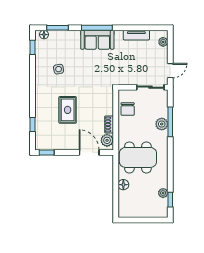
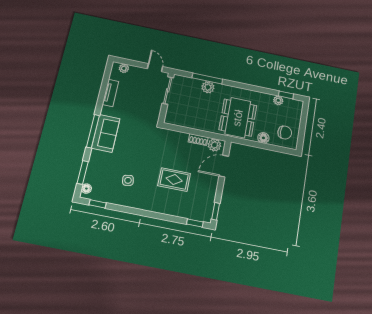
chair: (128, 109) -> (285, 133), moved
window: (33, 124) -> (195, 223), moved

